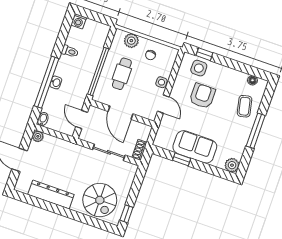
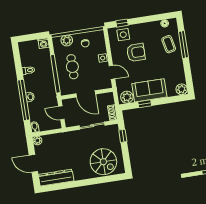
washing machine: (79, 21) -> (44, 43), moved
armchair: (202, 96) -> (136, 52), turned 90
window: (256, 131) -> (183, 44), moved
plant: (165, 141) -> (127, 97), added
dresser: (51, 195) -> (56, 178), moved
window: (126, 214) -> (123, 136), moved

